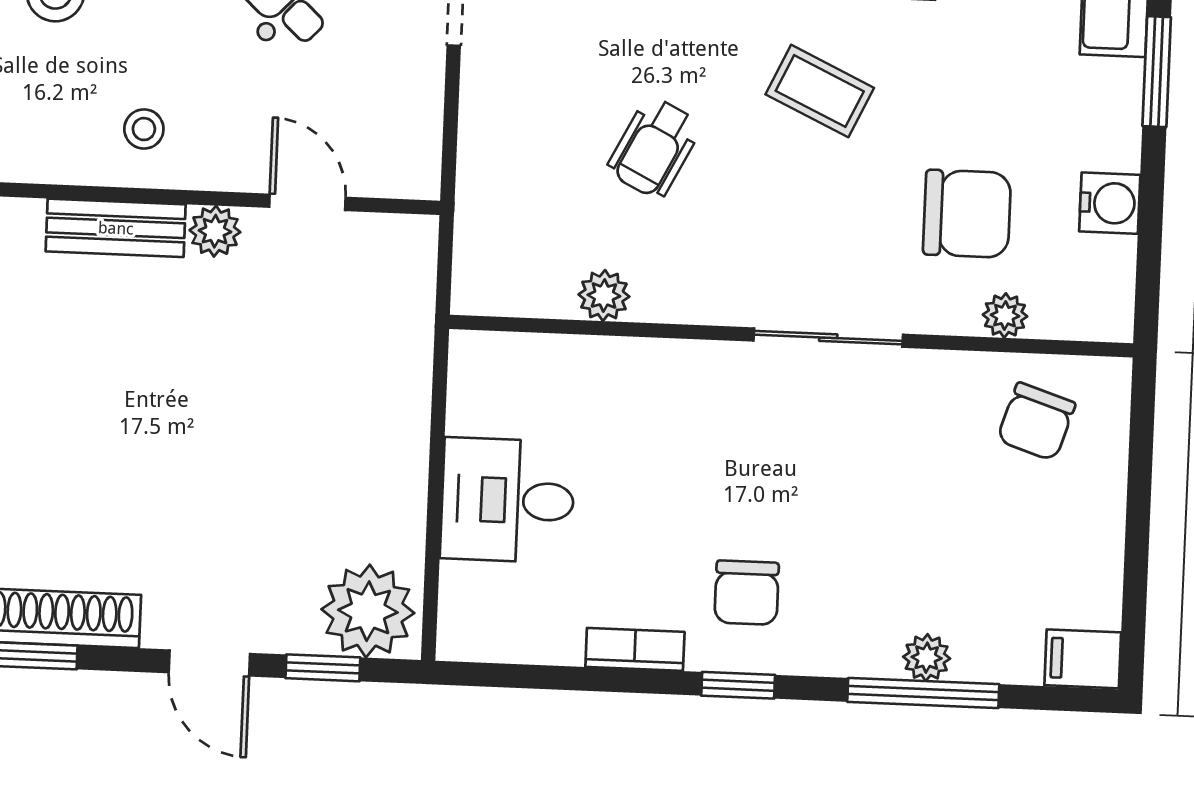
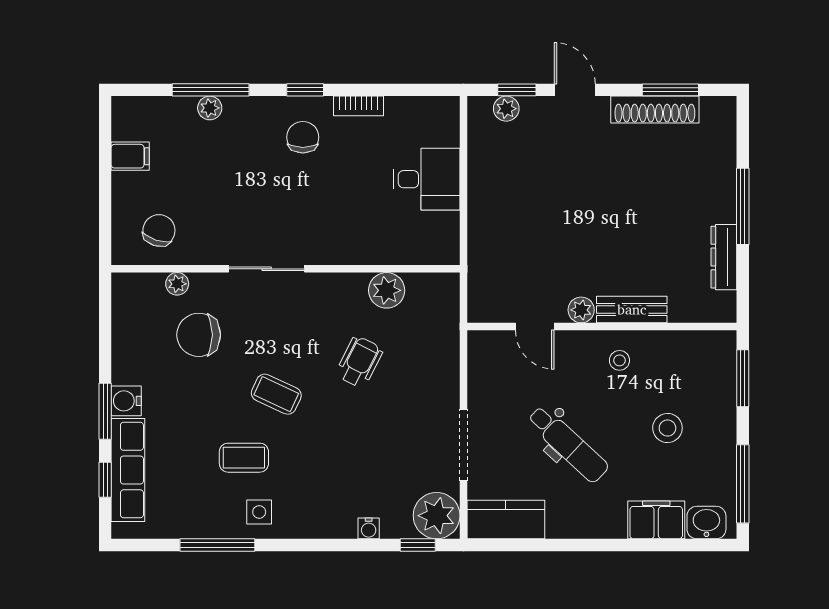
water cooler: (1110, 203) -> (126, 401), moved
plant: (604, 296) -> (387, 290), width x1.38, depth x1.38
plant: (368, 611) -> (506, 109), width x0.53, depth x0.53
filing cabinet: (1083, 659) -> (130, 156), moved

